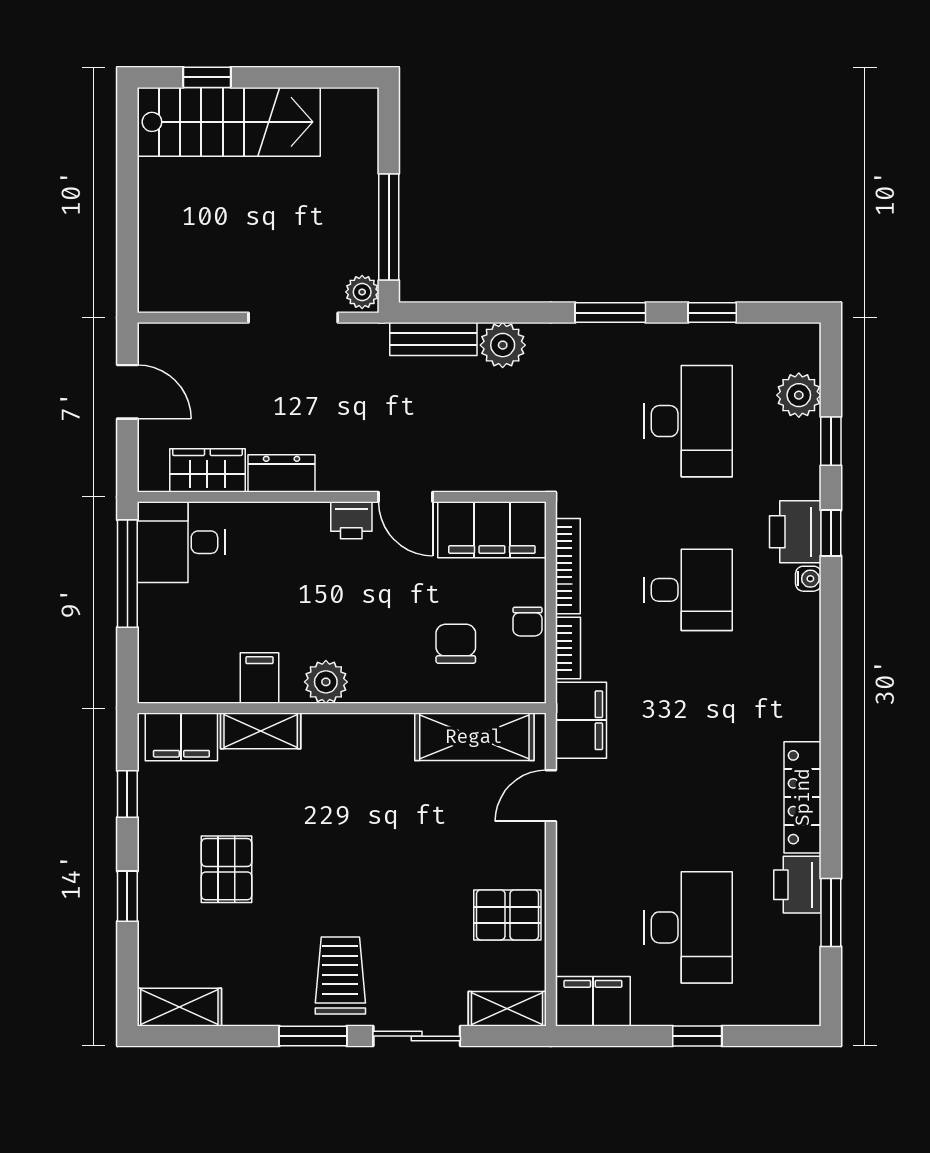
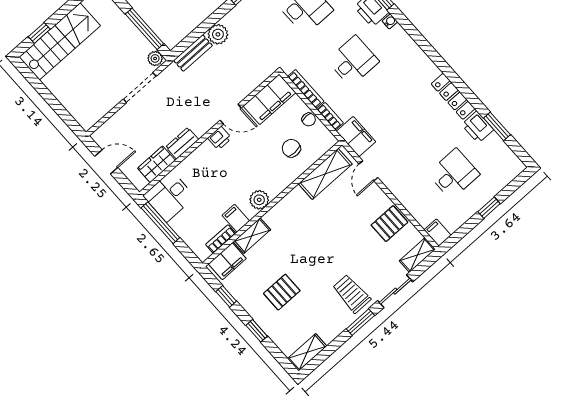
bookcase: (204, 690) -> (221, 239), added
pallet: (226, 869) -> (282, 292), turned 90
desk: (688, 927) -> (454, 174), width x0.73
filing cabinet: (593, 1001) -> (438, 233), width x0.50

